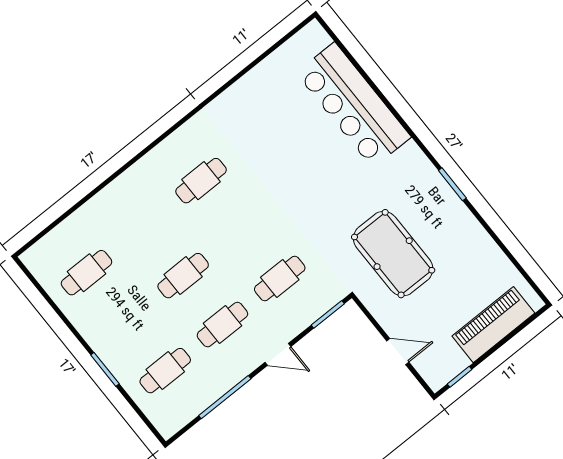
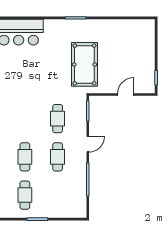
pool table: (393, 254) -> (84, 64), turned 90
piano: (493, 325) -> (146, 47), removed
cafe table: (165, 371) -> (25, 195), moved

